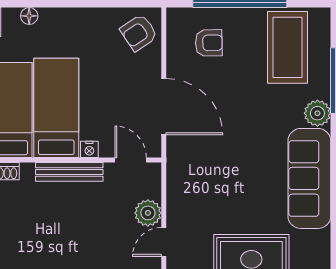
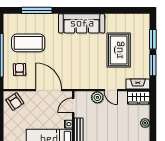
coffee table: (288, 47) -> (28, 43), moved
door: (164, 107) -> (49, 90), hinge flipped
plant: (317, 113) -> (52, 20), removed

